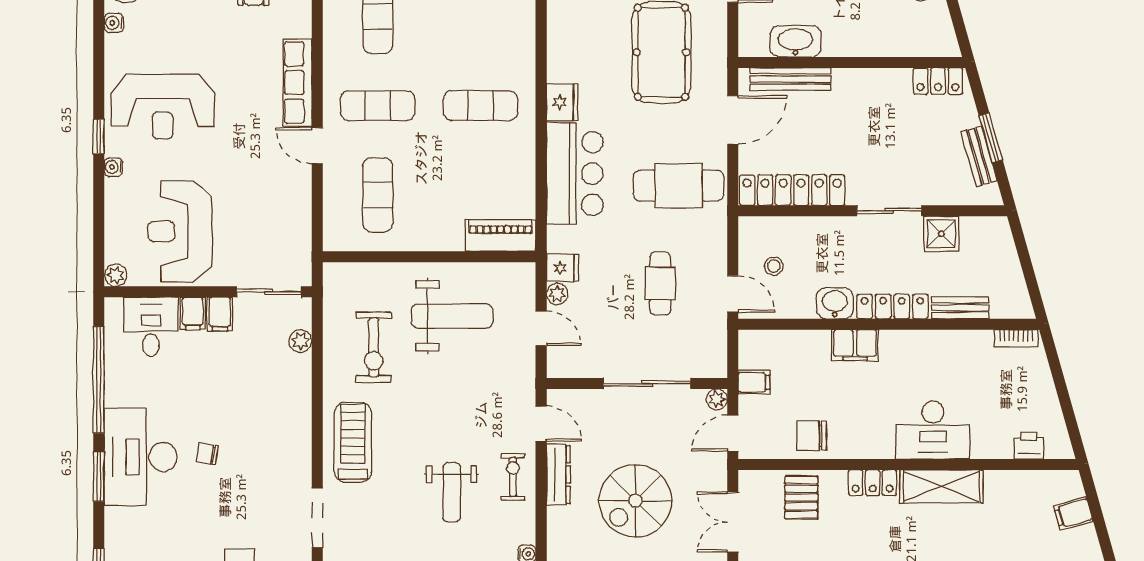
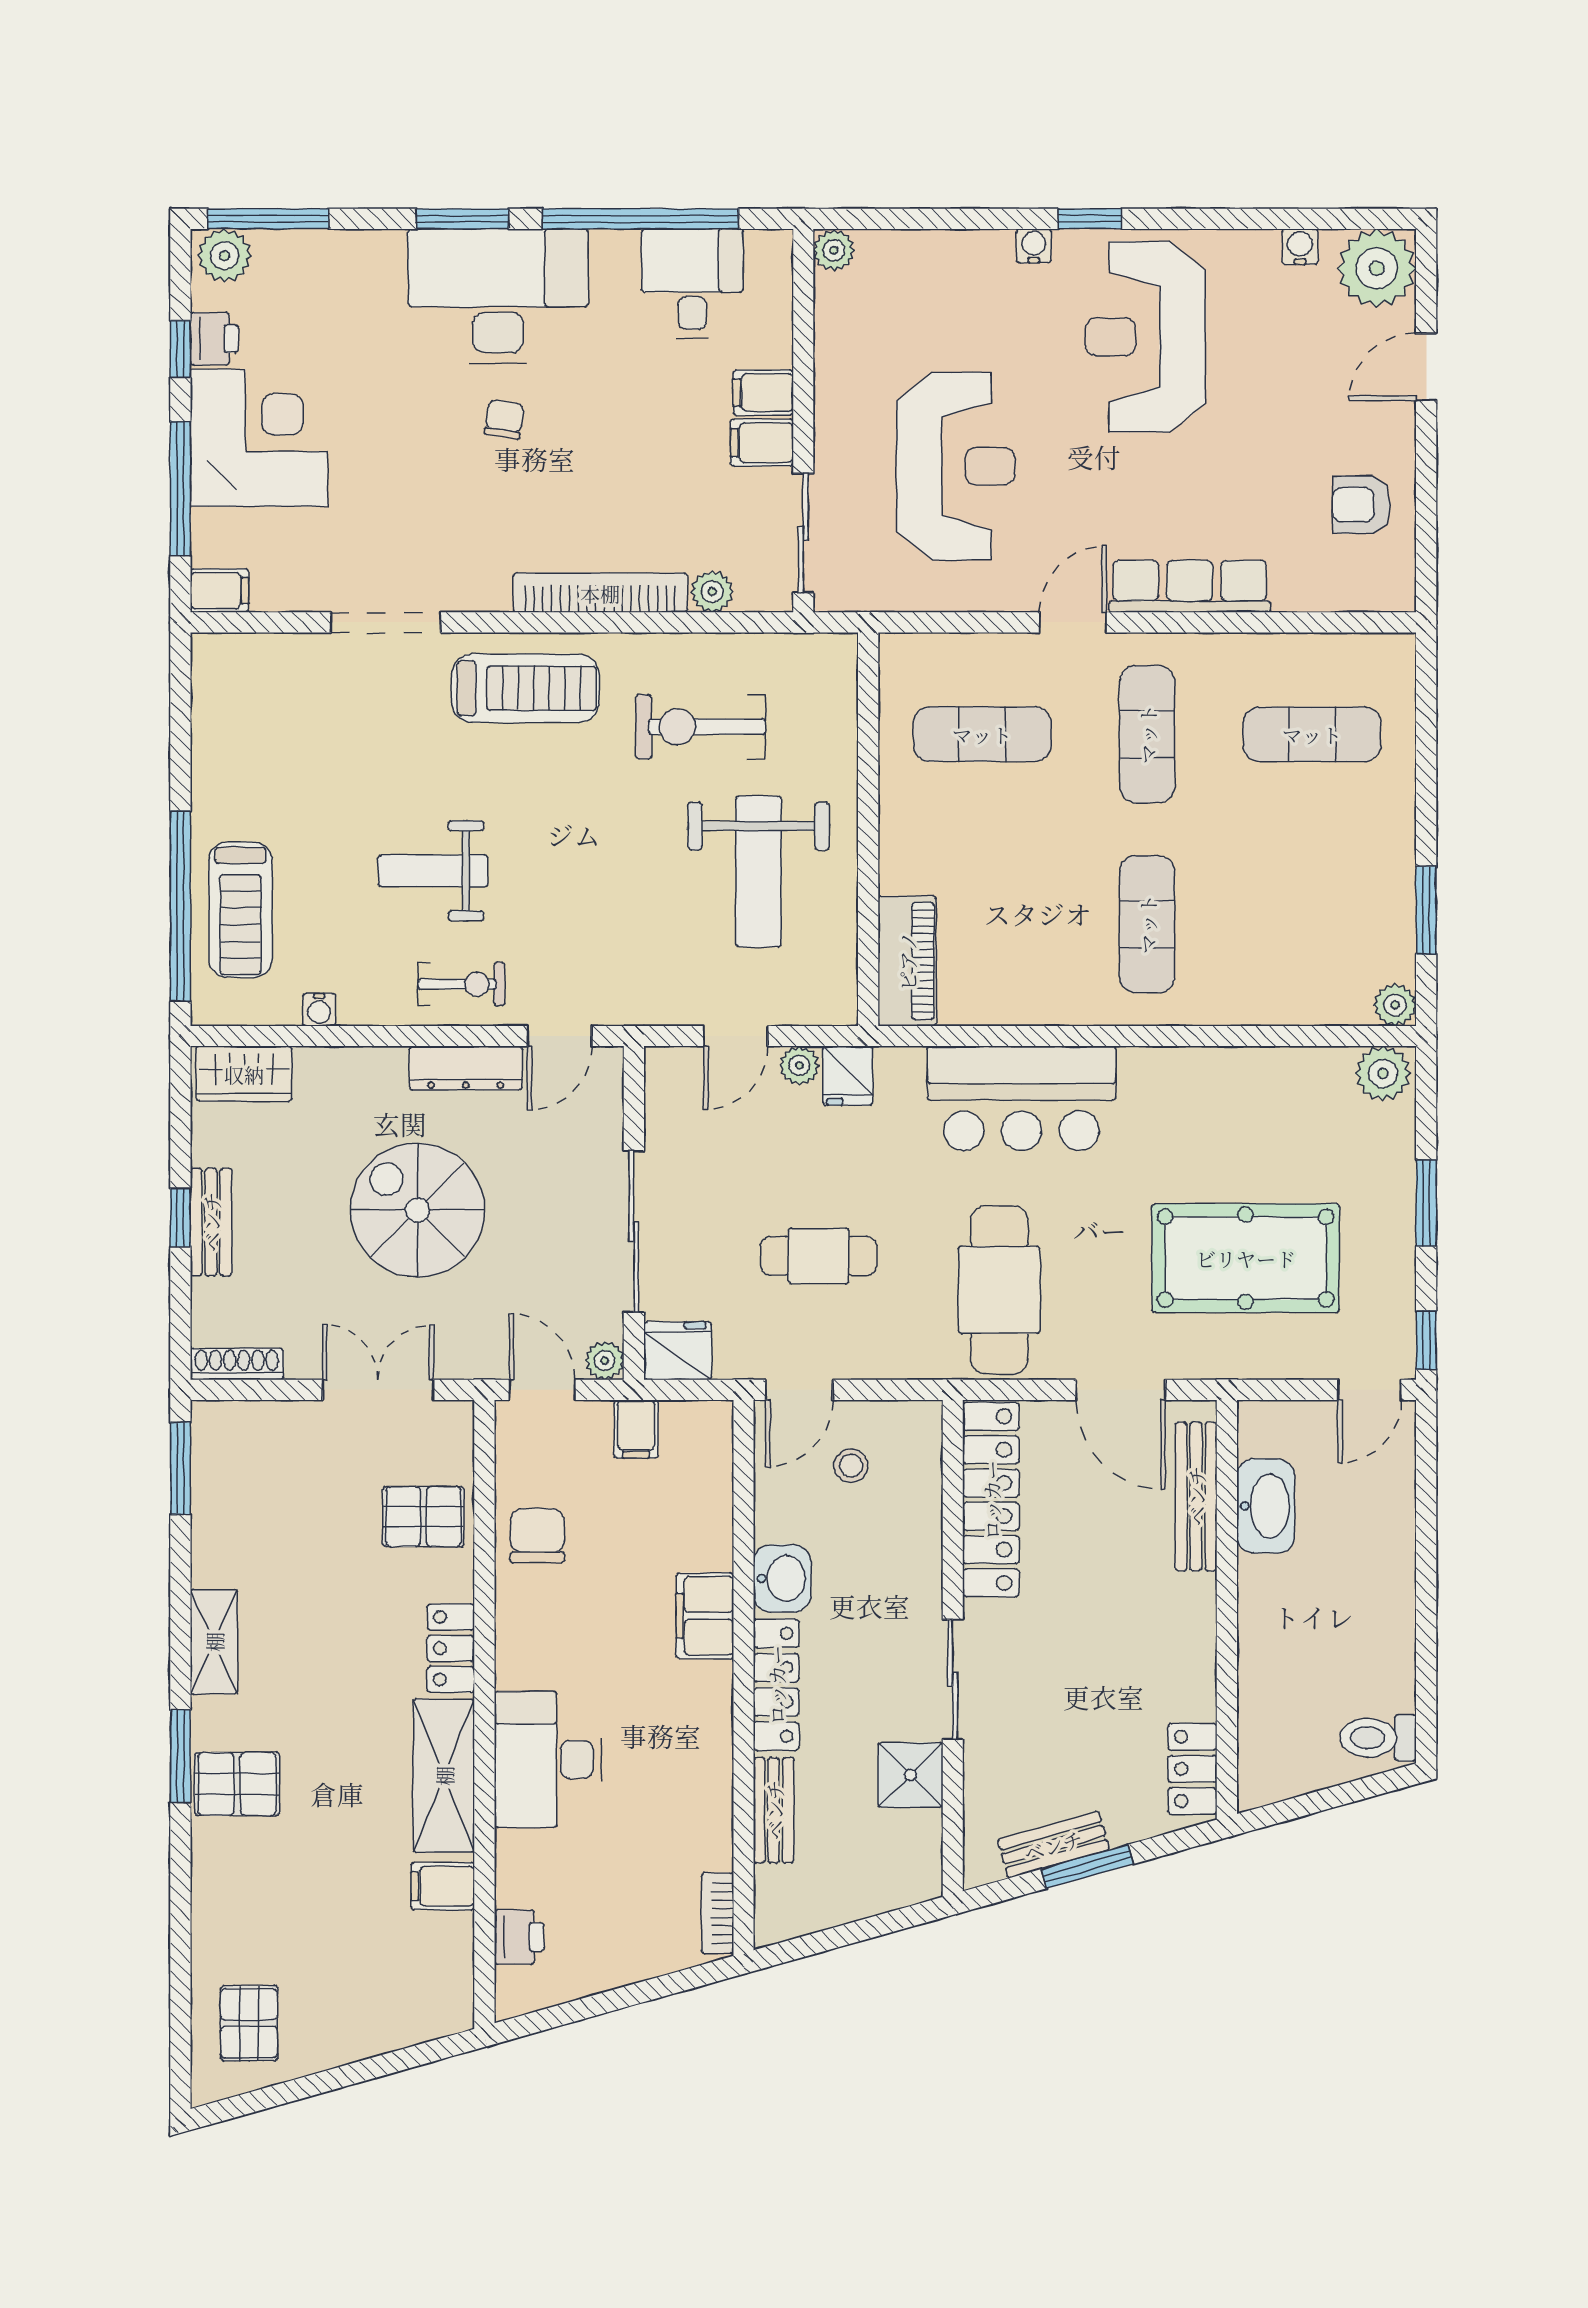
fridge: (562, 102) -> (678, 1351), moved, turned 180
reception desk: (180, 231) -> (956, 466), moved, turned 90
desk: (151, 327) -> (692, 283), moved, turned -90
bookcase: (301, 402) -> (600, 593), added
filing cabinet: (1073, 513) -> (443, 1886), moved, turned -74

